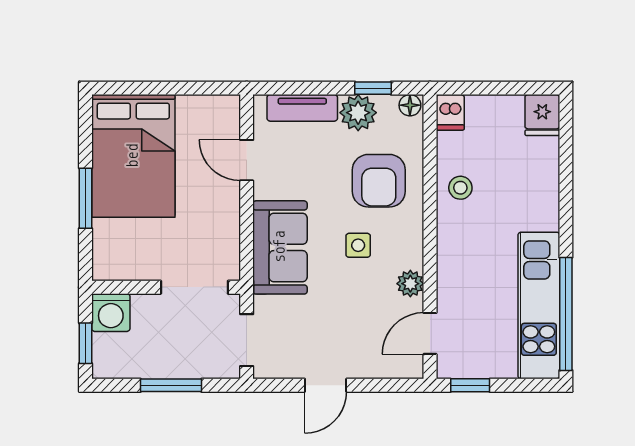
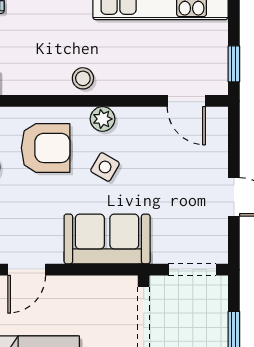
stool: (460, 188) -> (83, 78), moved
side table: (358, 245) -> (105, 167), turned 30
plant: (410, 284) -> (103, 119), moved

